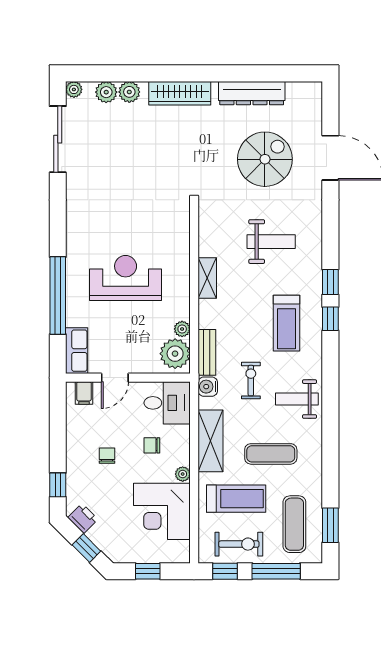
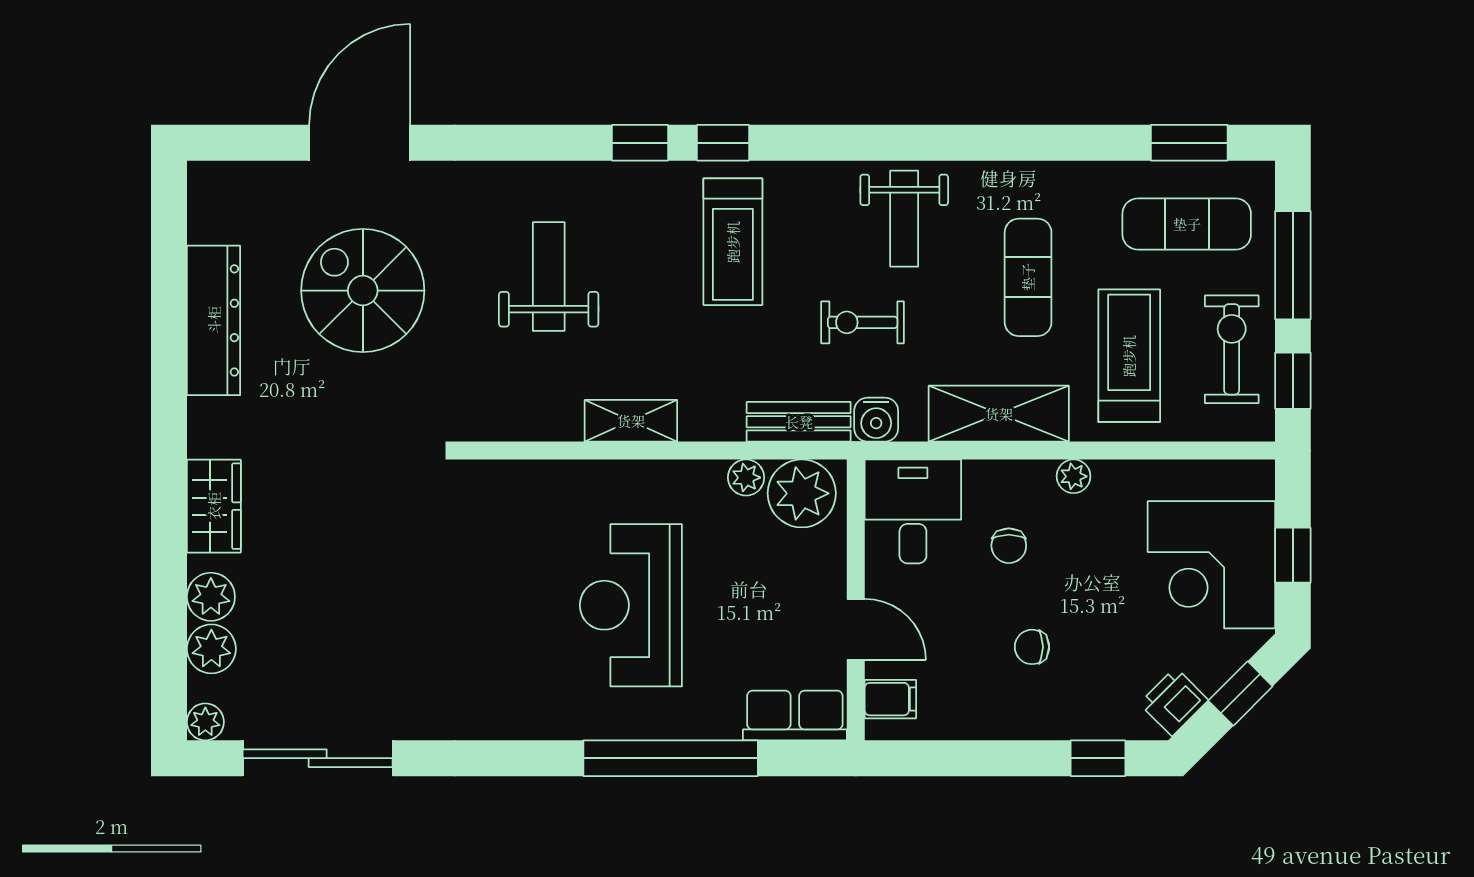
wardrobe: (180, 93) -> (214, 506), width x0.67
treadmill: (287, 323) -> (733, 242), turned 90
corner desk: (162, 511) -> (1211, 565), moved, turned 90

